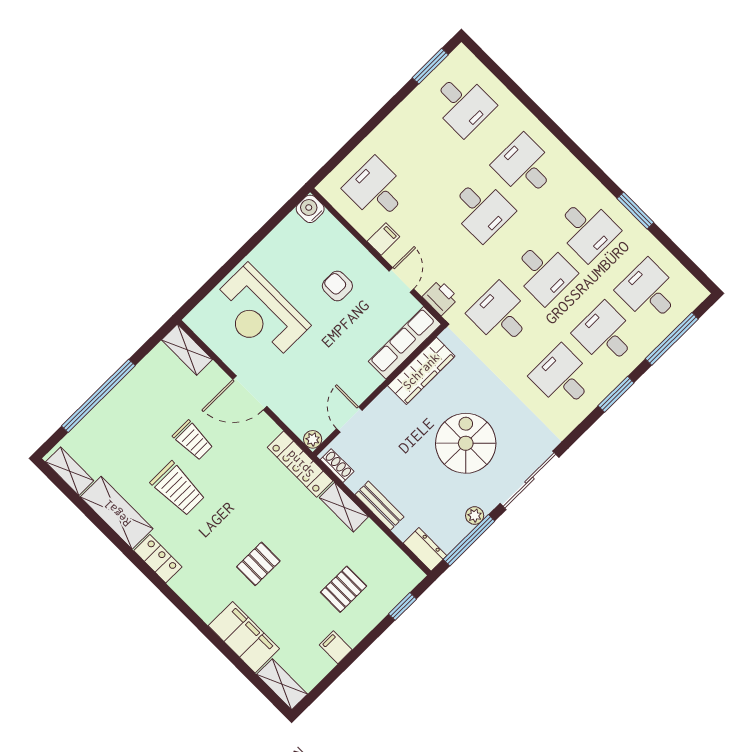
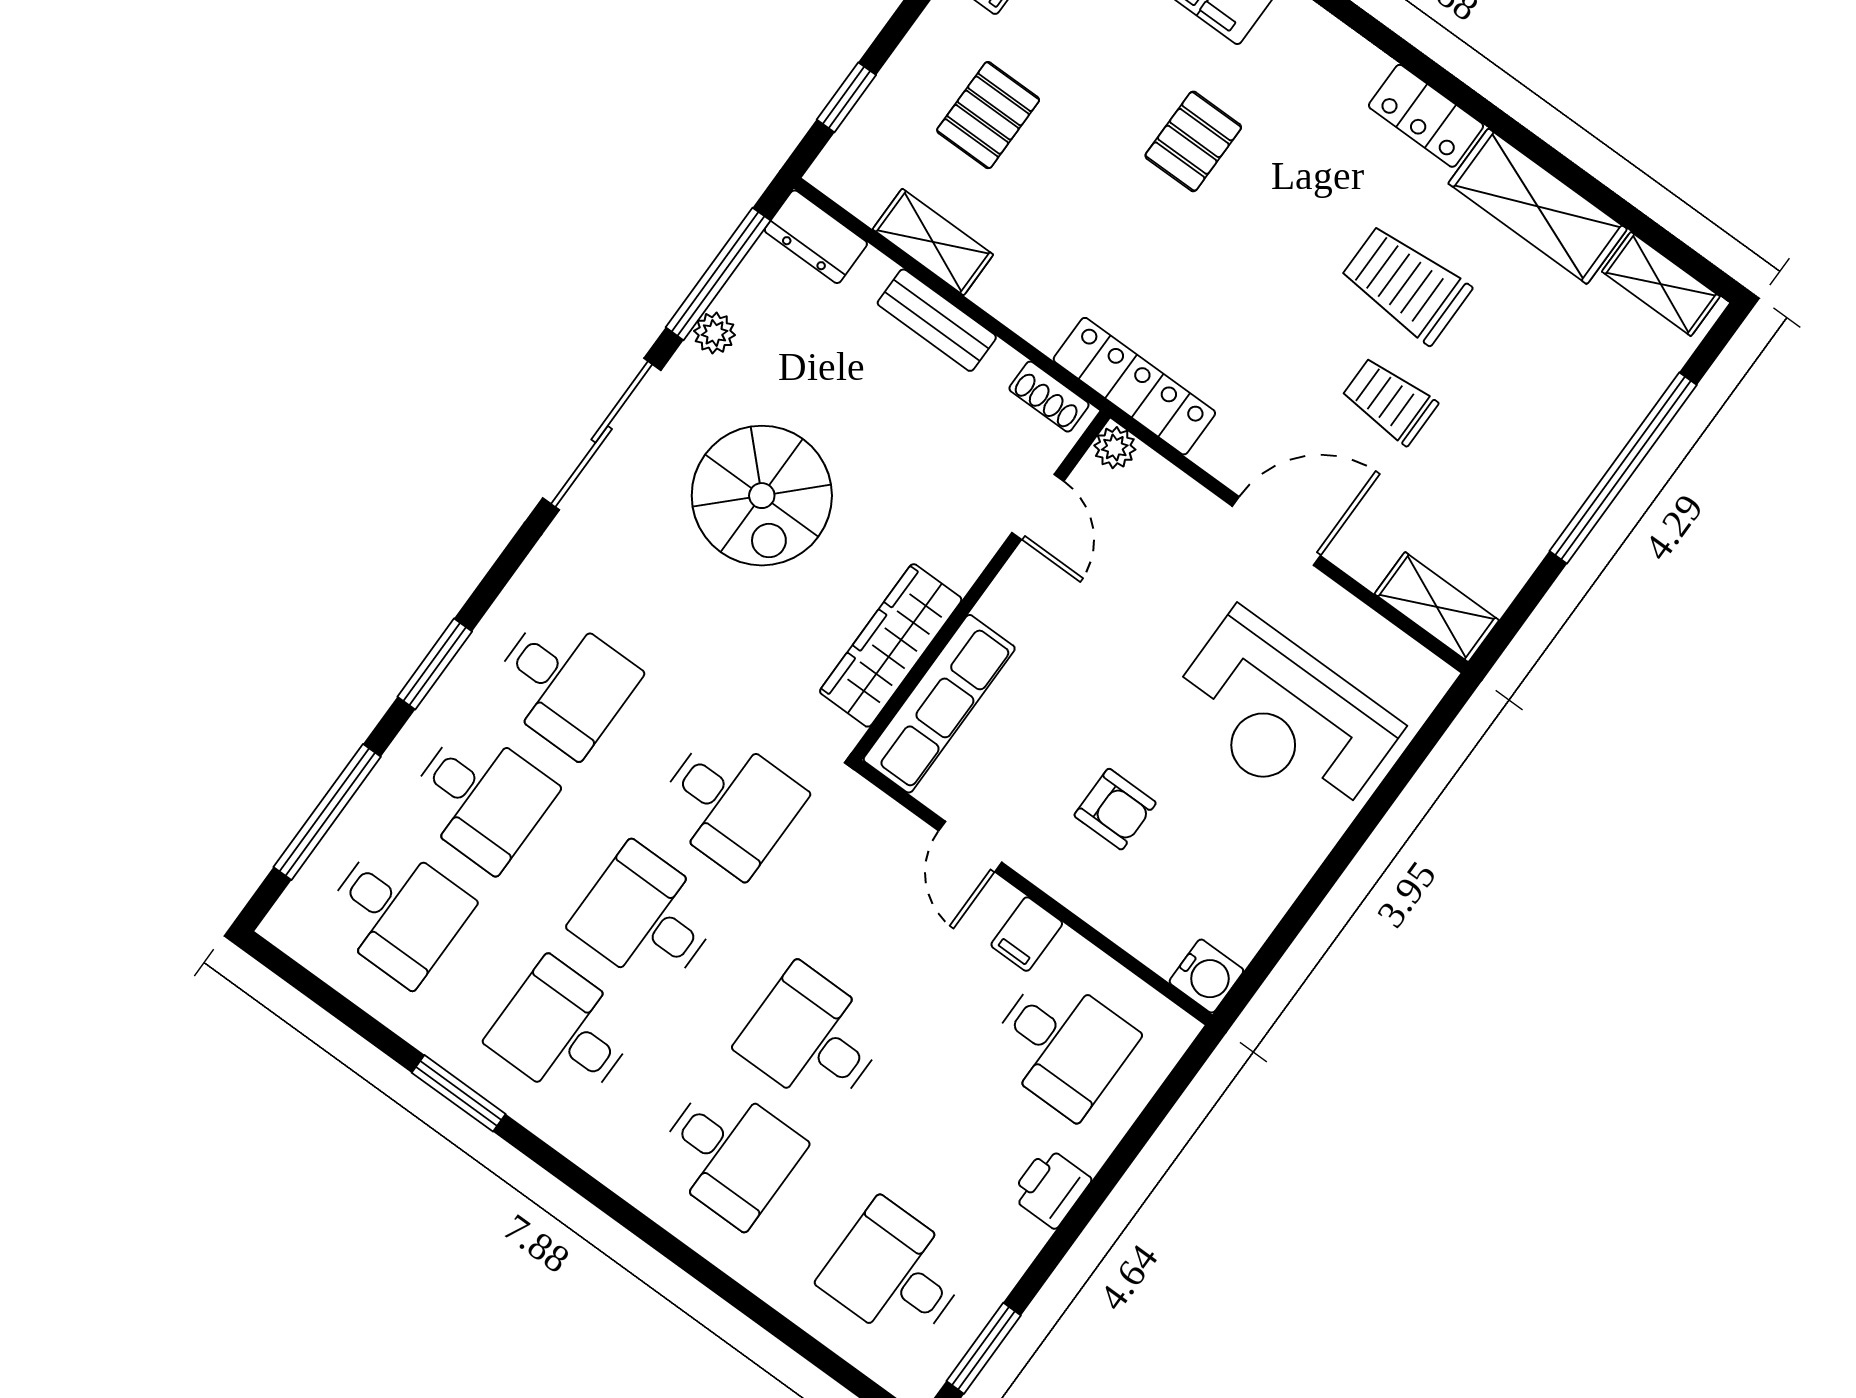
printer: (440, 297) -> (1051, 1188), moved, turned 90
reception desk: (260, 313) -> (1283, 717), turned 180
shelving: (344, 507) -> (933, 242), moved

